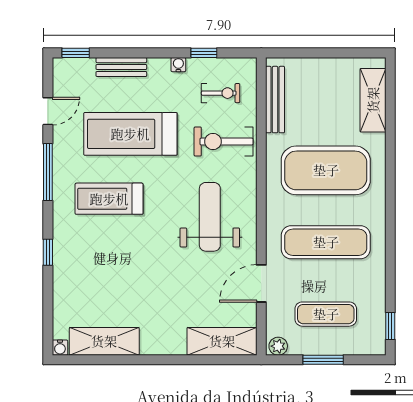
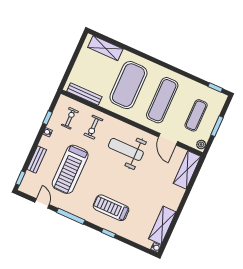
exercise bike: (224, 142) -> (93, 127), width x0.73, depth x0.72
treadmill: (109, 199) -> (111, 208), moved, turned 90

